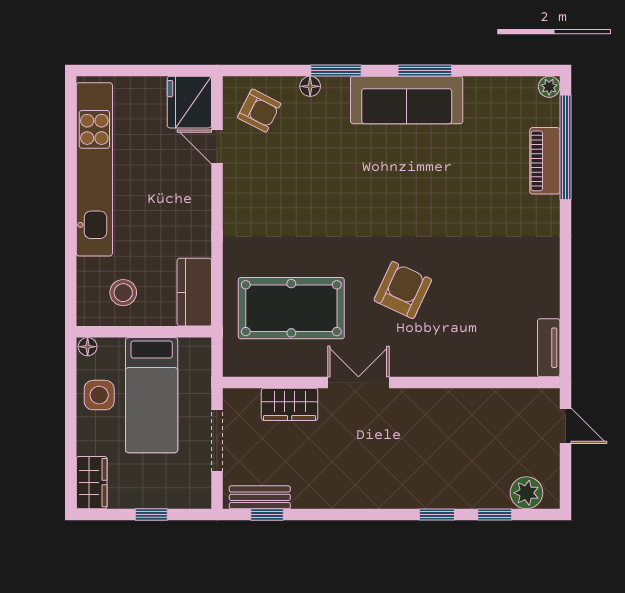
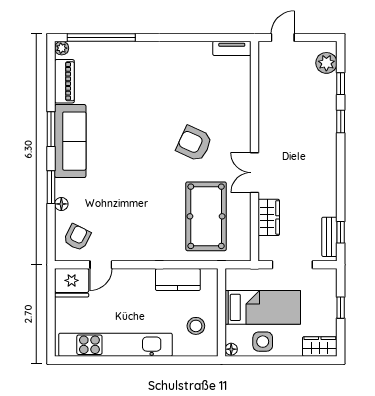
piano: (545, 161) -> (64, 81), moved, turned -90
kitchen counter: (194, 292) -> (178, 280), moved

